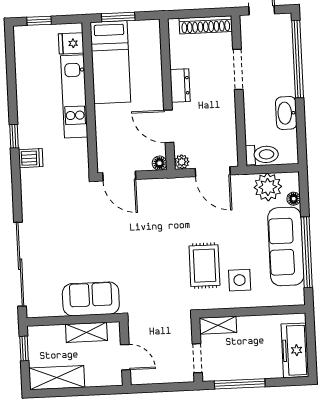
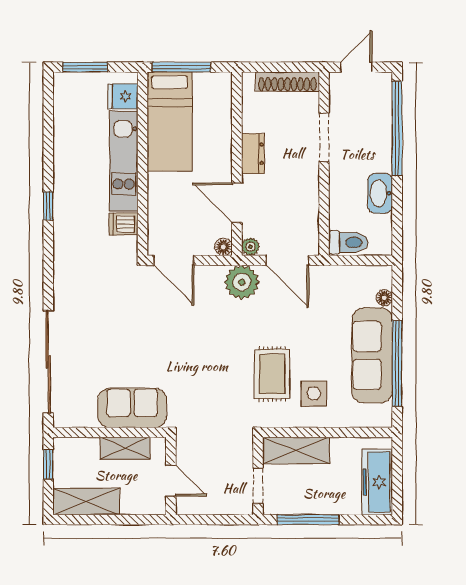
window: (118, 17) -> (182, 67), width x1.44
window: (39, 21) -> (85, 67), width x1.50
dishwasher: (31, 158) -> (123, 224), moved, turned 180
plant: (268, 187) -> (242, 282), moved
shelving: (218, 325) -> (296, 450), width x1.50, depth x1.33

